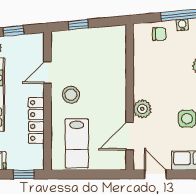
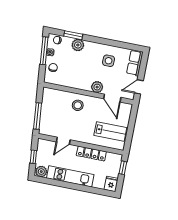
window: (78, 25) -> (38, 116), width x2.17
door: (48, 73) -> (63, 141), hinge flipped
stool: (71, 95) -> (78, 105), moved

